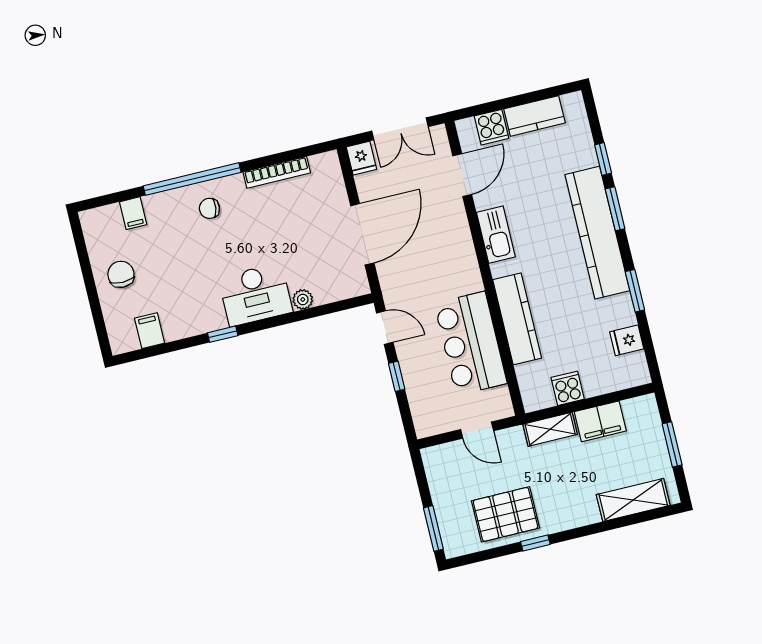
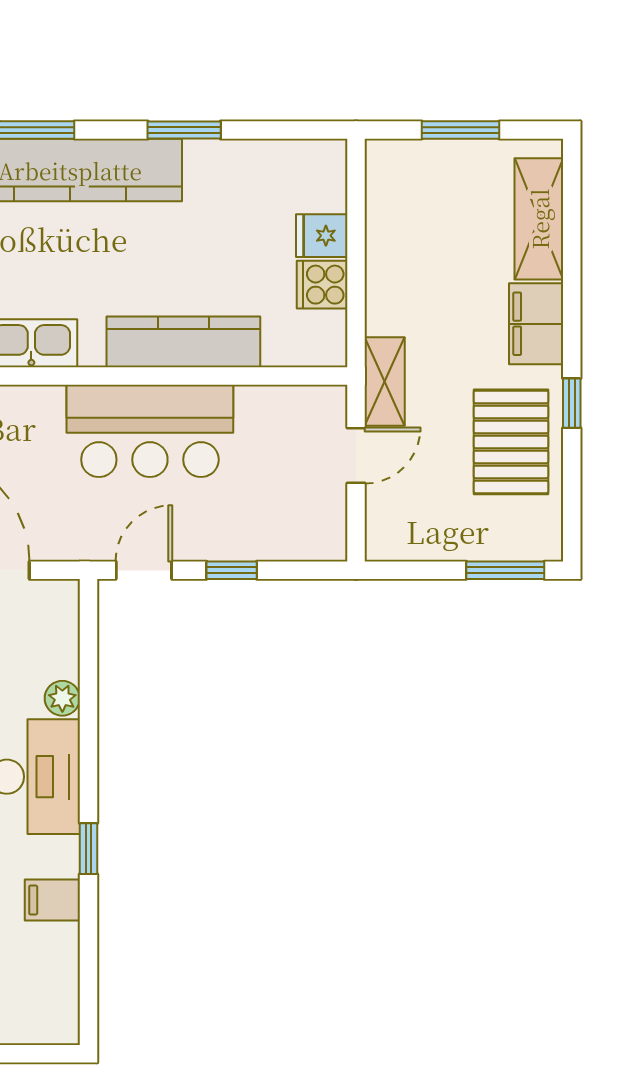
filing cabinet: (150, 331) -> (52, 900), moved
fridge: (627, 340) -> (322, 236), moved, turned 90
bar counter: (471, 343) -> (150, 431), moved
filing cabinet: (600, 421) -> (536, 324), moved, turned 180
shelving: (550, 429) -> (385, 381), moved

